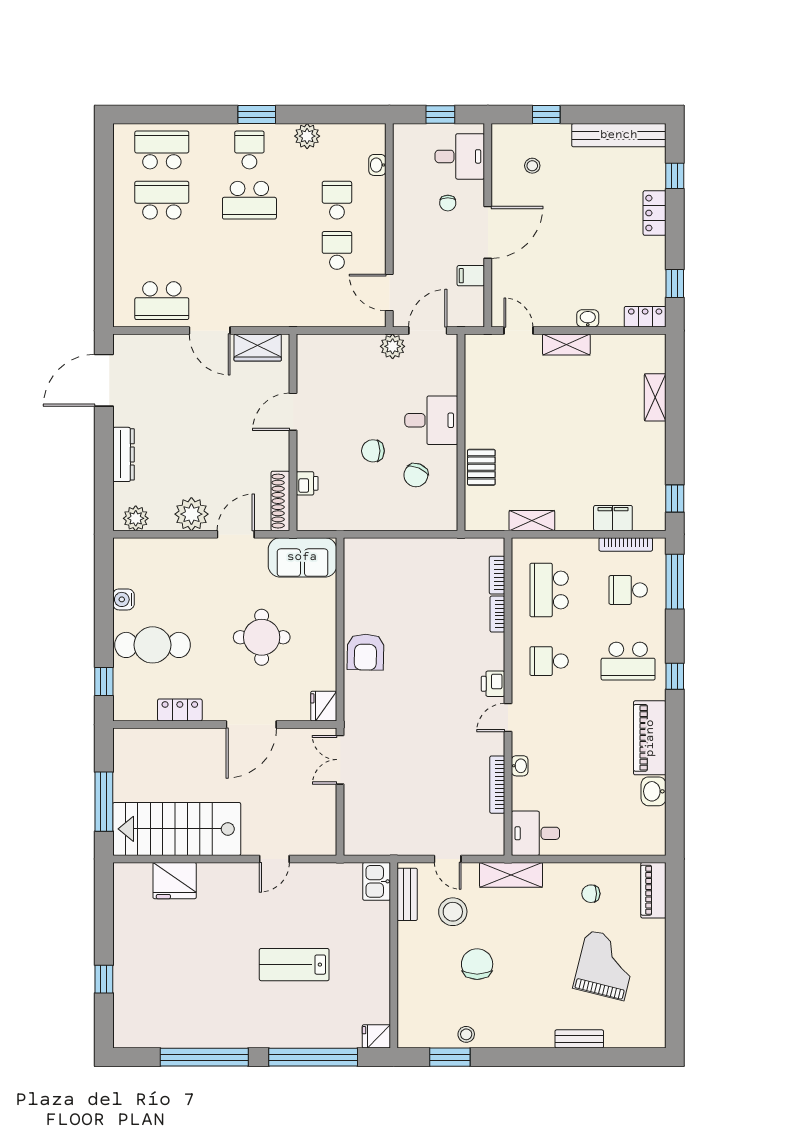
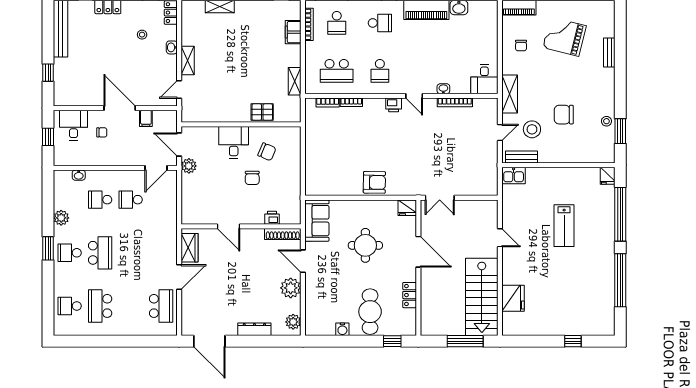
school desk: (162, 150) -> (70, 306), width x0.54
stool: (532, 166) -> (142, 35), moved
school desk: (628, 661) -> (380, 23), width x0.54

